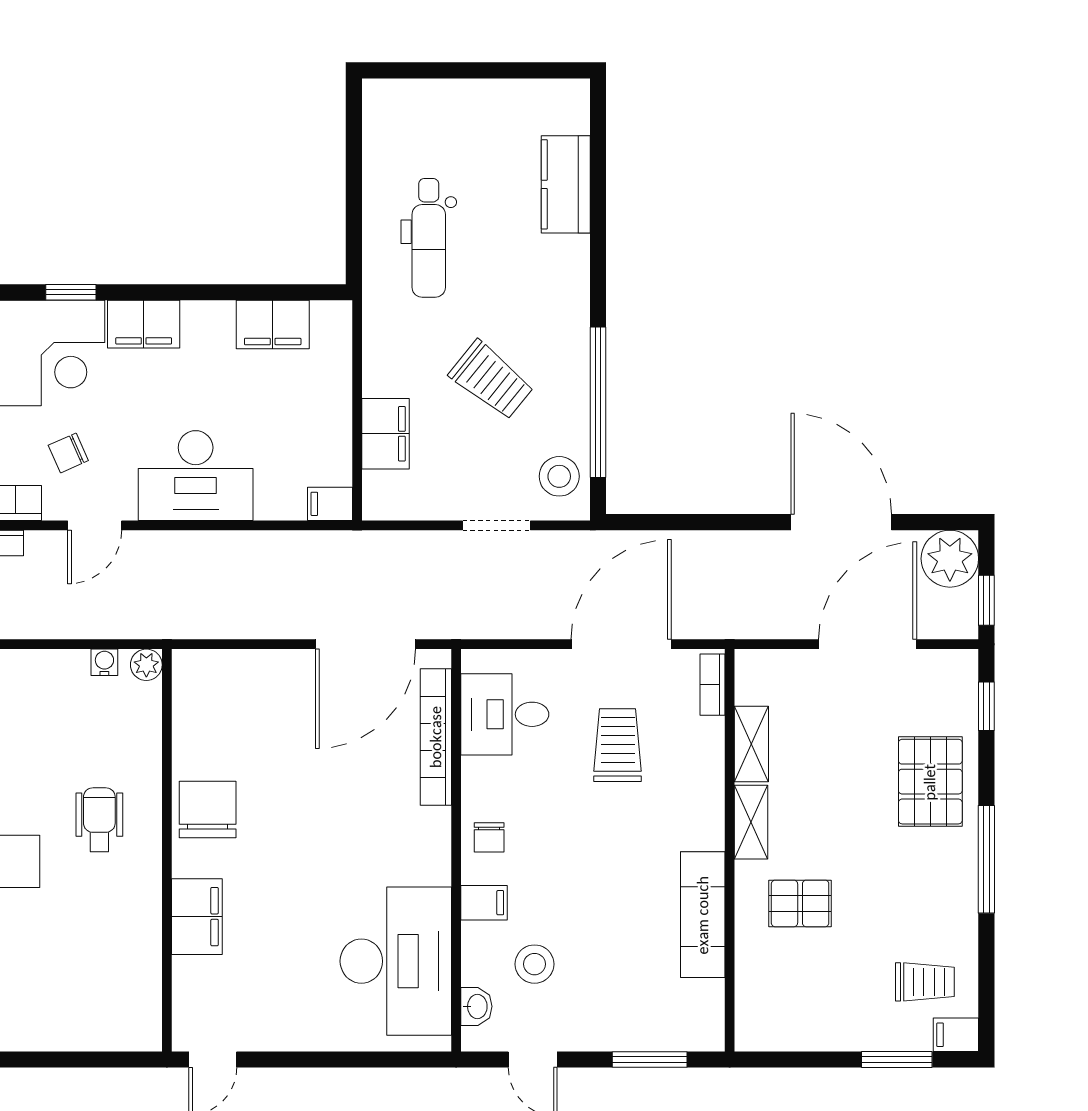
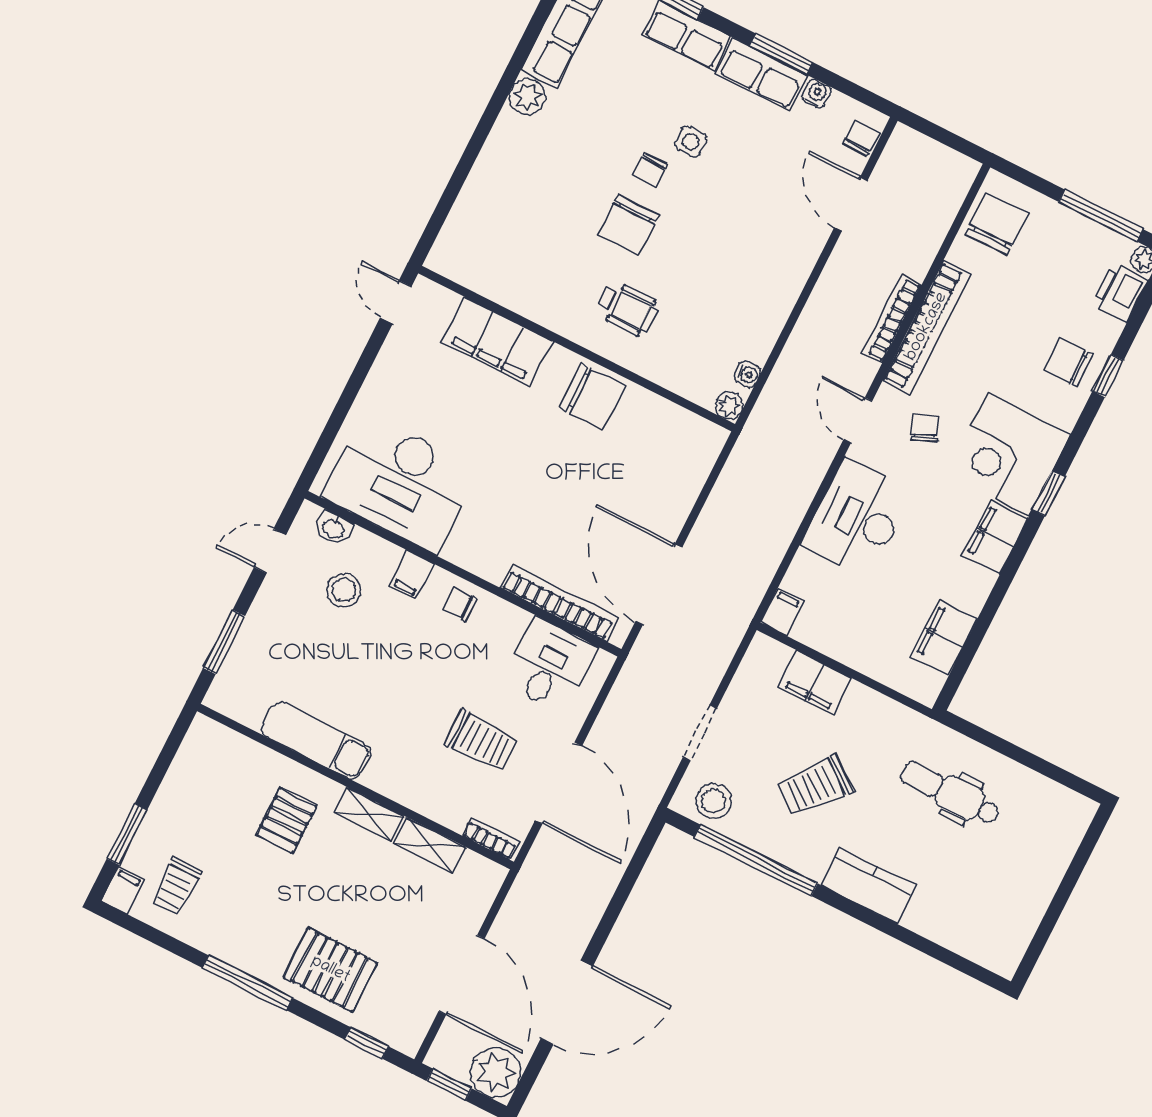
kitchen counter: (566, 184) -> (868, 886), moved
filing cabinet: (197, 917) -> (497, 342), width x1.50, depth x1.17

